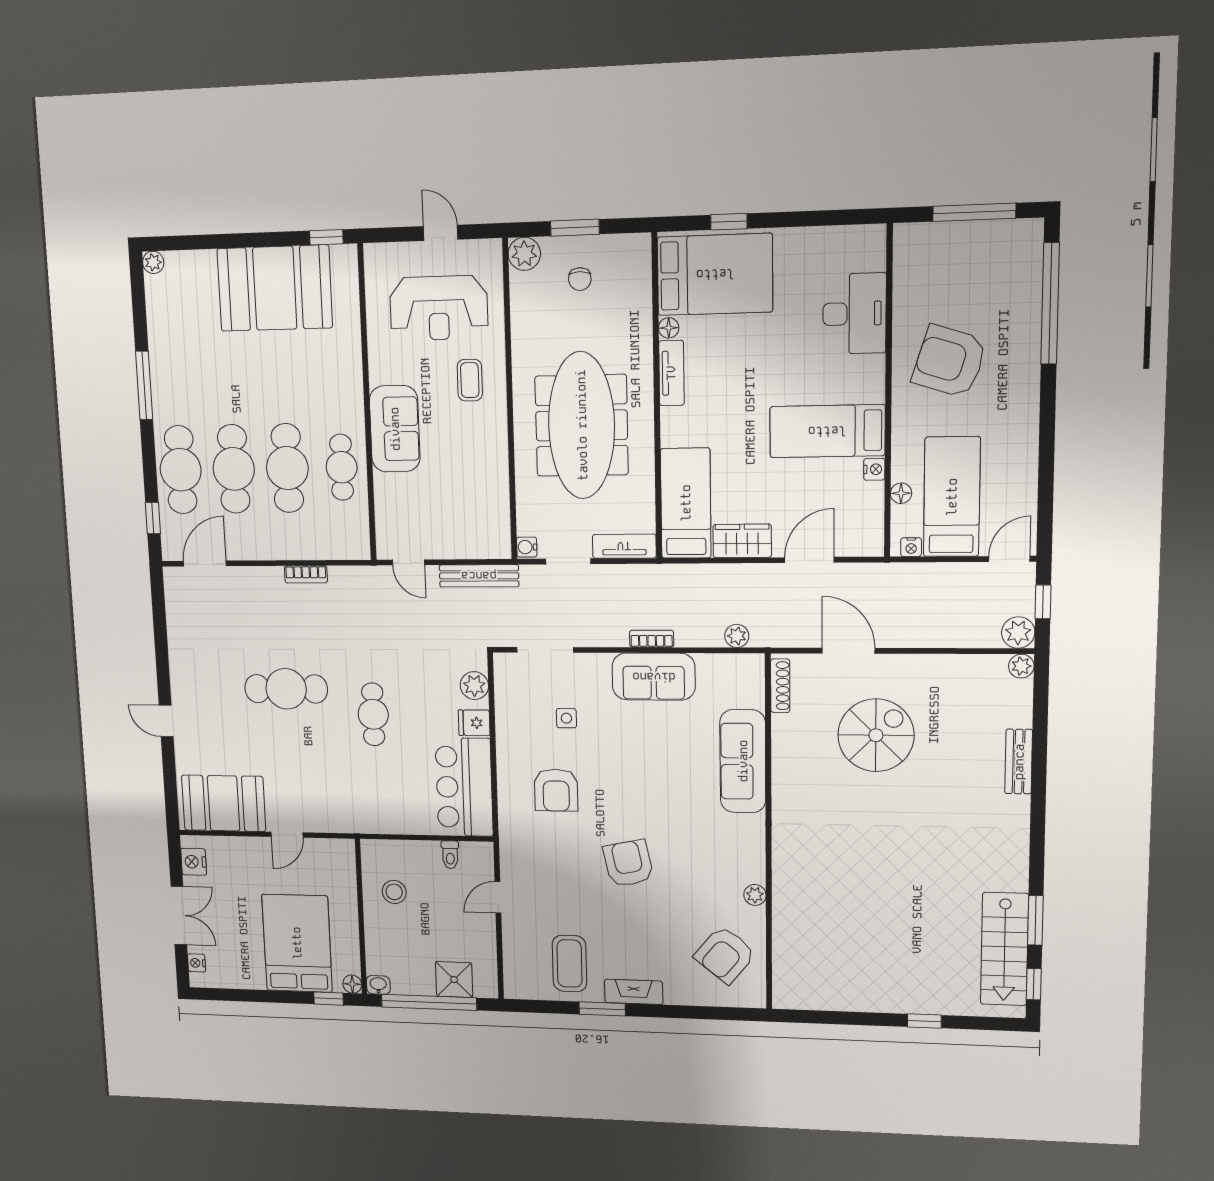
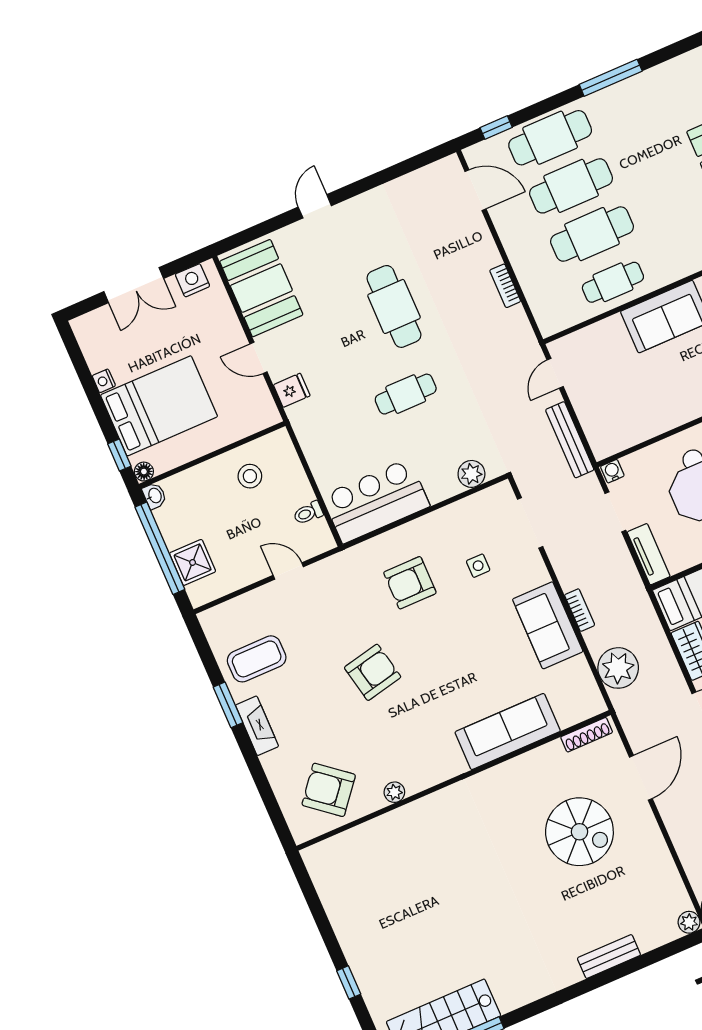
plant: (737, 636) -> (618, 668), width x1.87, depth x1.87
fridge: (474, 723) -> (292, 390), moved, turned 90
nightstand: (197, 963) -> (104, 381), moved, turned -90

